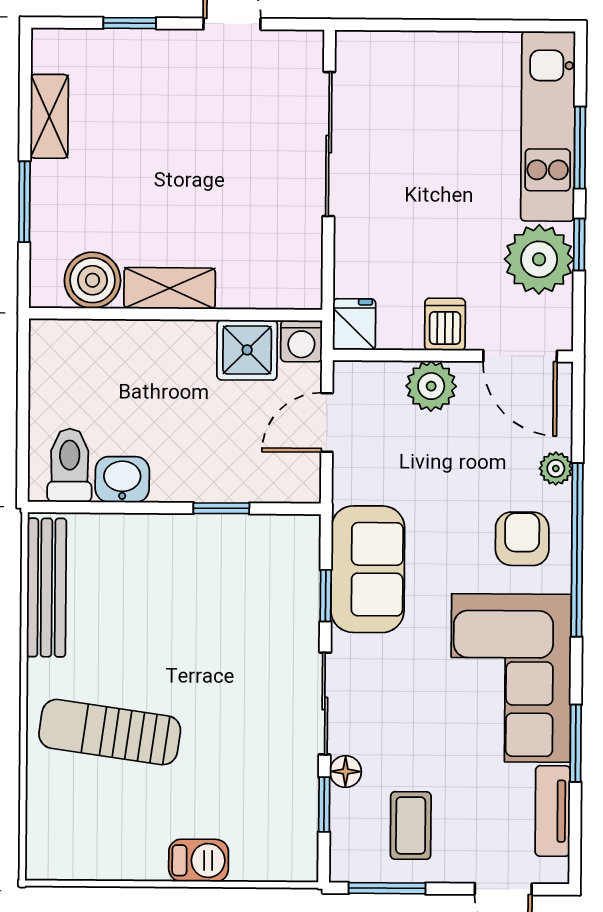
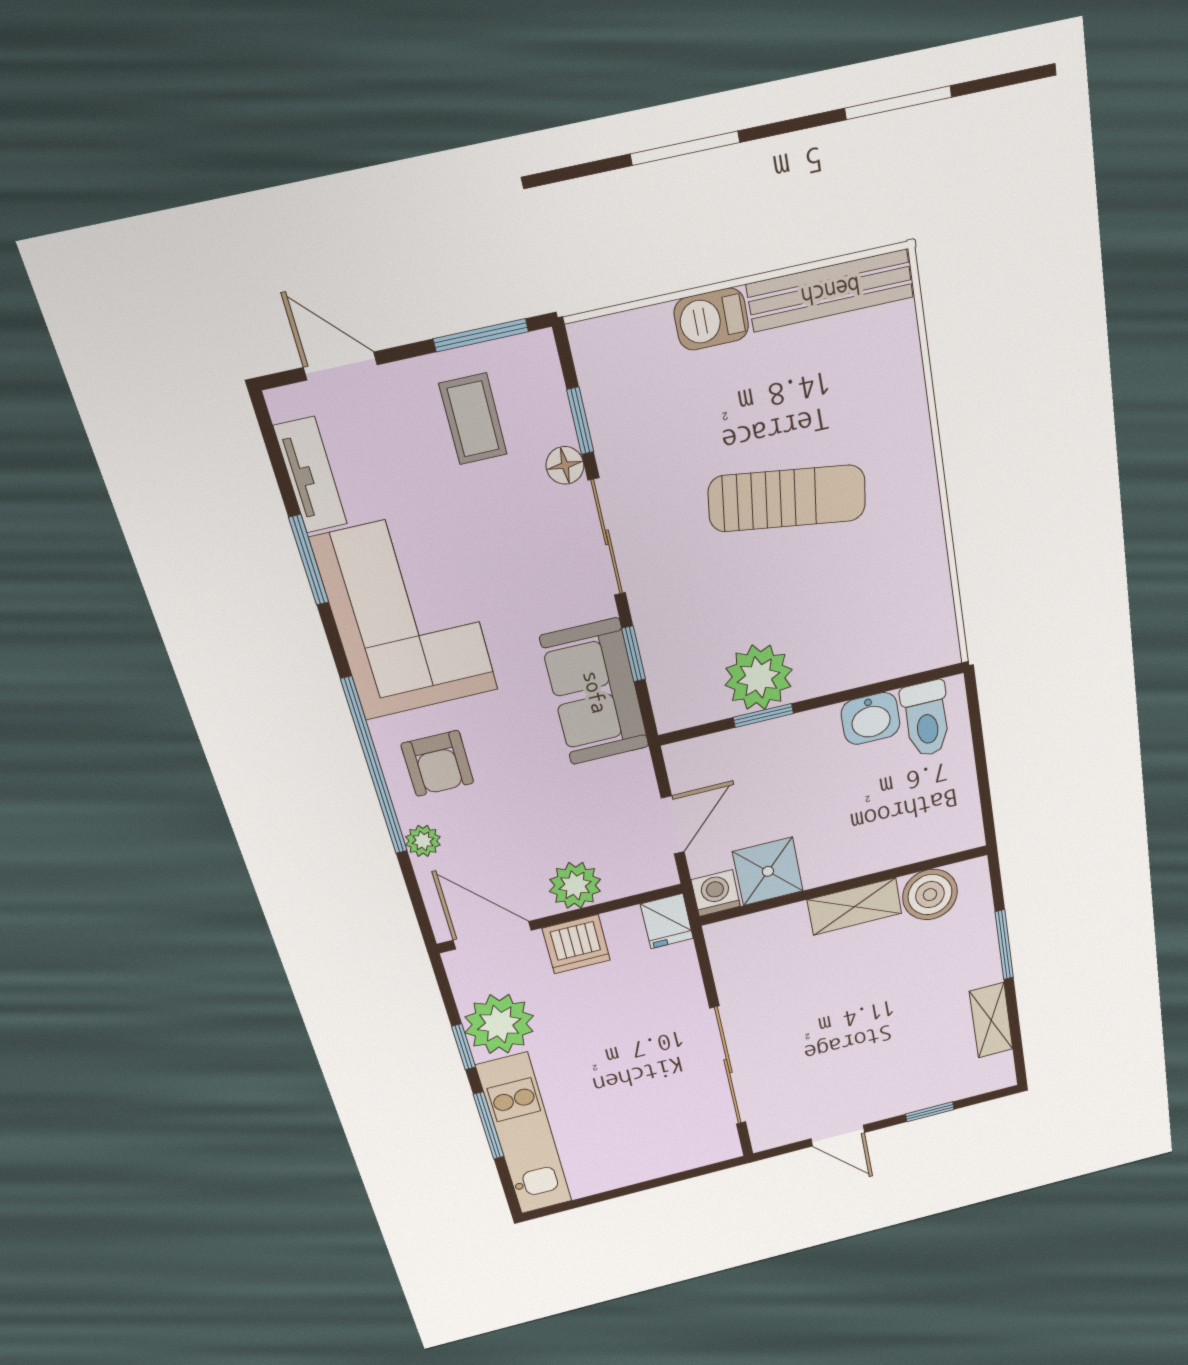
dishwasher: (445, 324) -> (576, 944), width x1.38
plant: (219, 546) -> (759, 677), added
bench: (46, 588) -> (830, 291), moved, turned 90
sun lounger: (110, 732) -> (787, 498), moved

